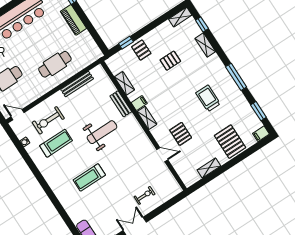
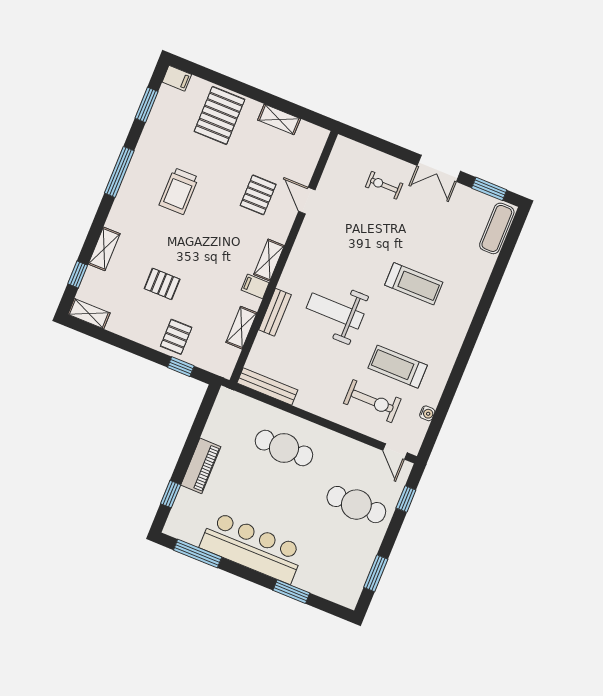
bench: (77, 84) -> (267, 387), moved

